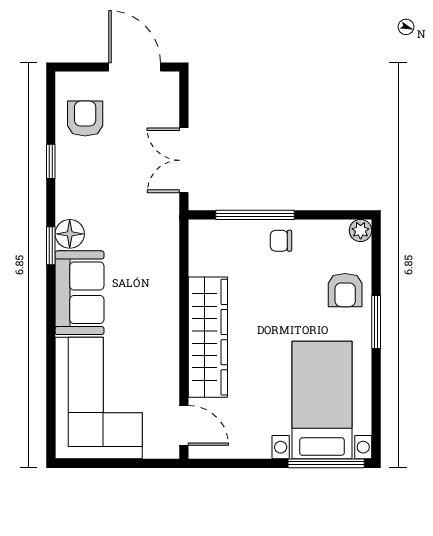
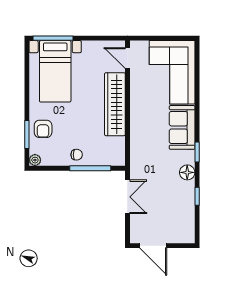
armchair: (85, 119) -> (179, 219), removed
floor lamp: (70, 234) -> (187, 172), moved
armchair: (345, 290) -> (43, 129), turned 180
window: (376, 322) -> (27, 134), moved

